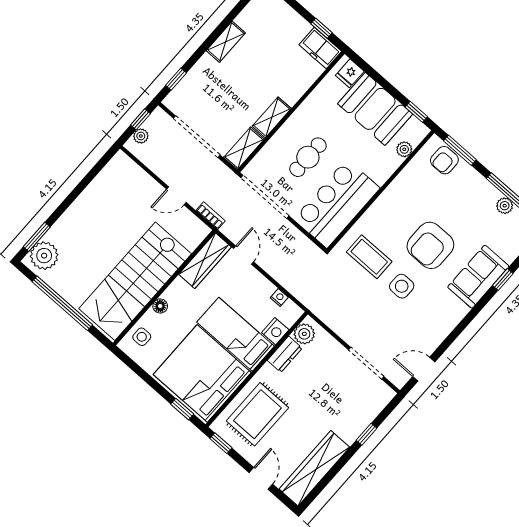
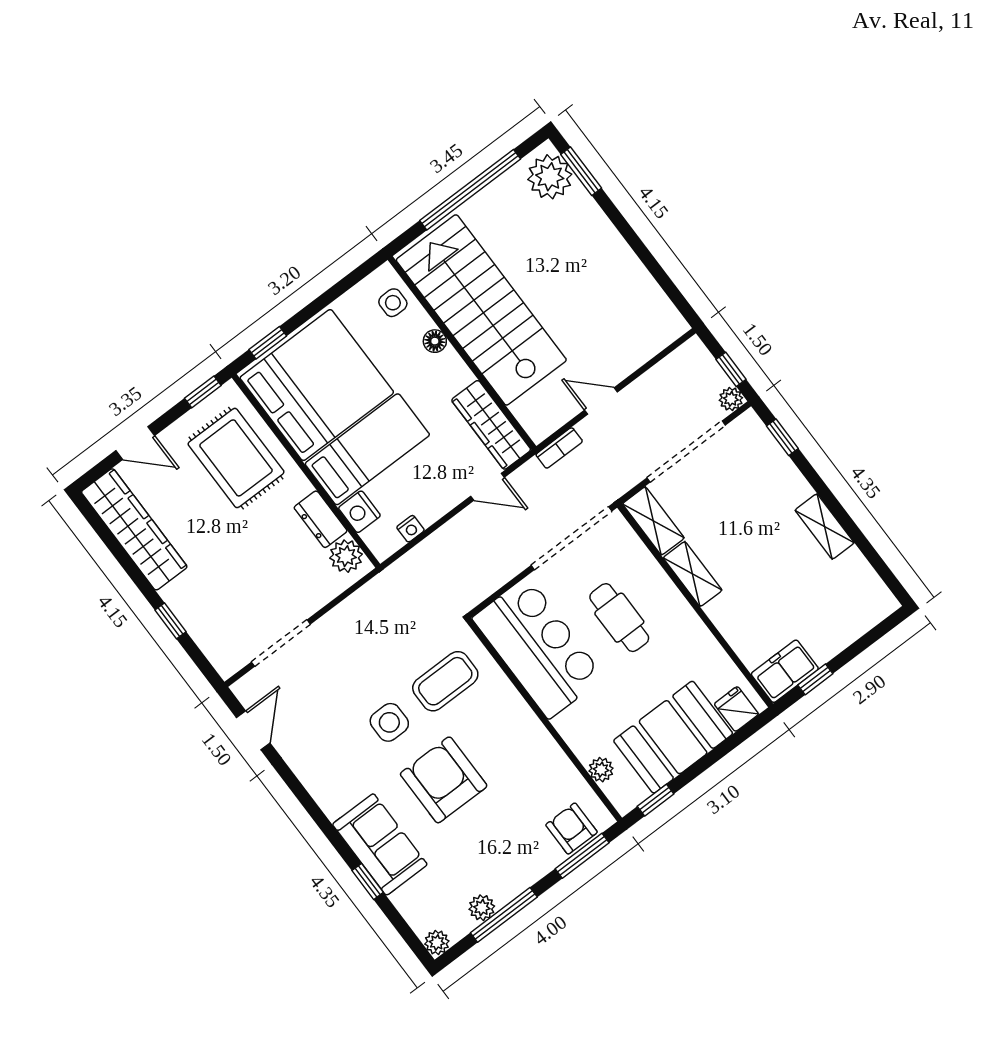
plant: (141, 136) -> (731, 399), moved
door: (176, 196) -> (601, 401), hinge flipped

